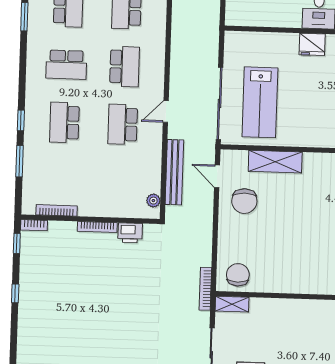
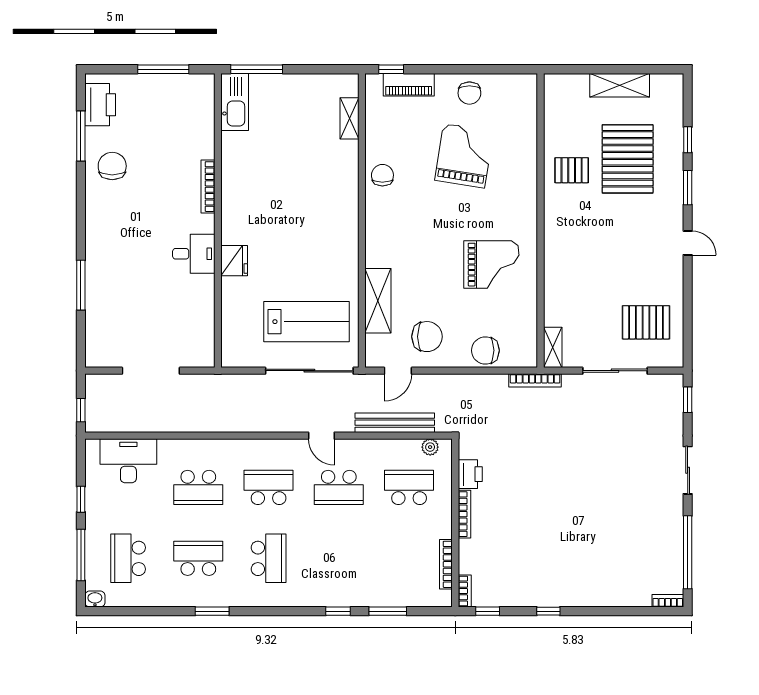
school desk: (64, 122) -> (409, 487), moved, turned 180
grand piano: (302, 256) -> (491, 265), added
chair: (238, 275) -> (485, 350), moved

